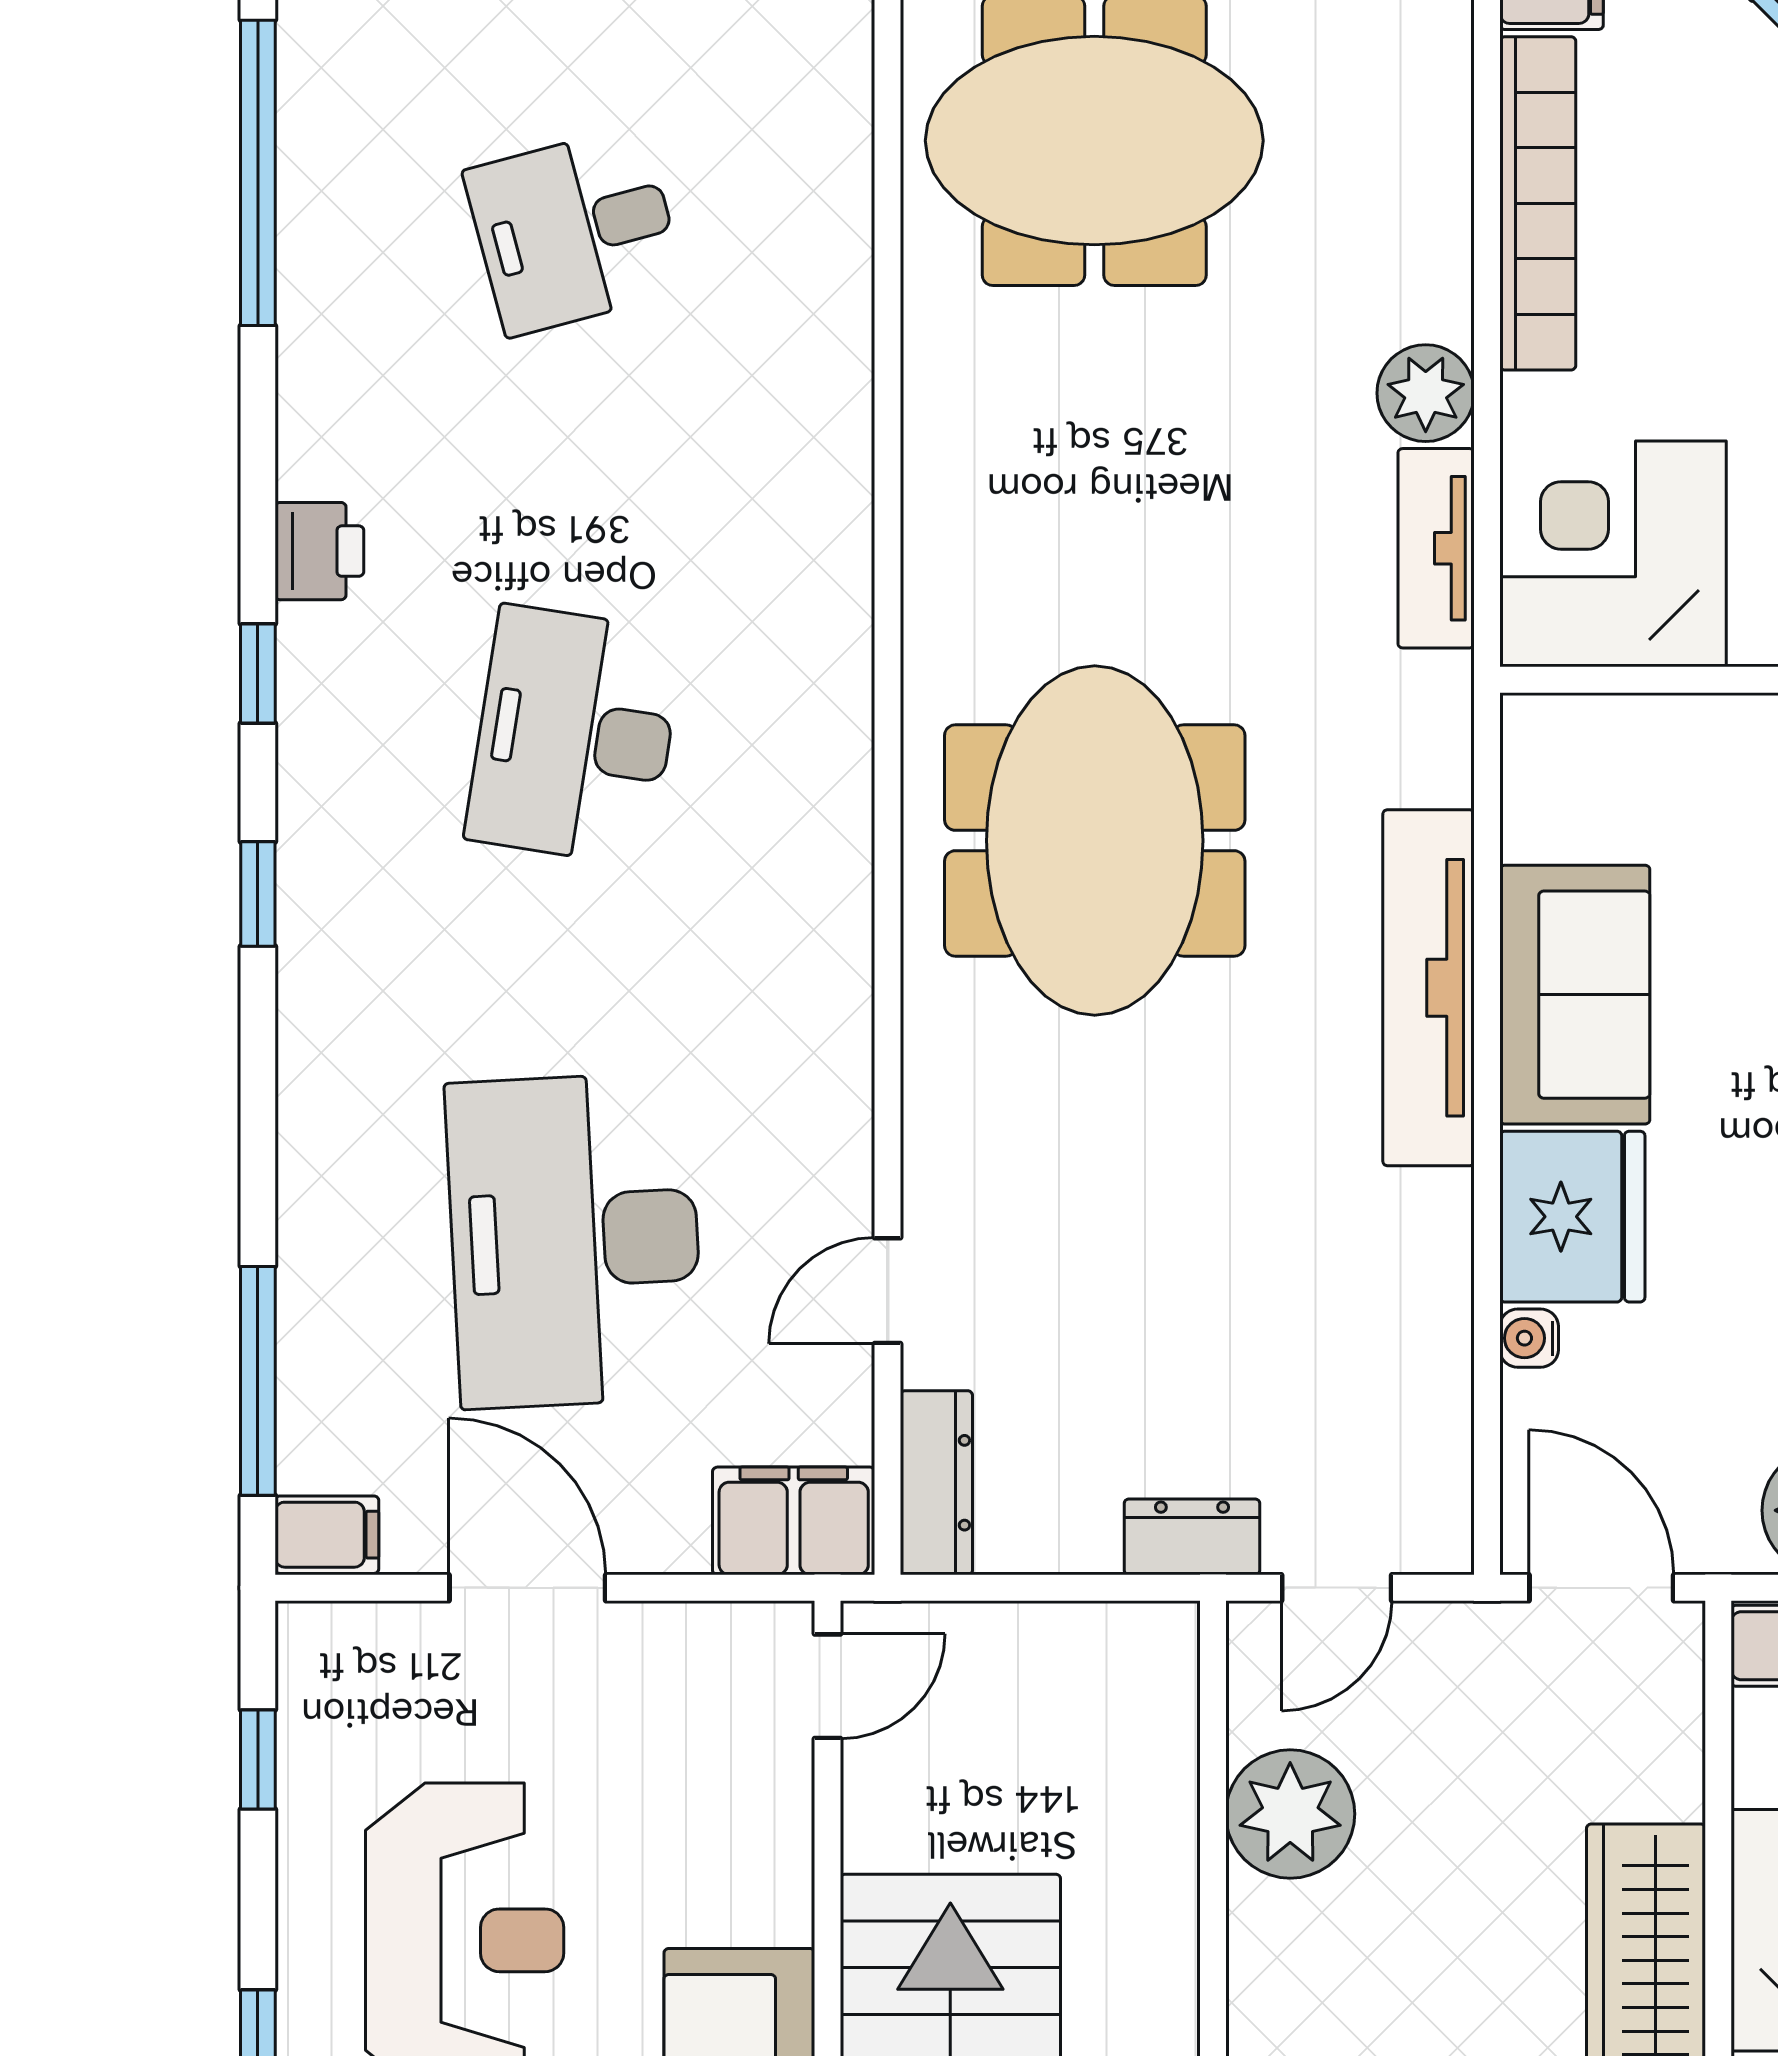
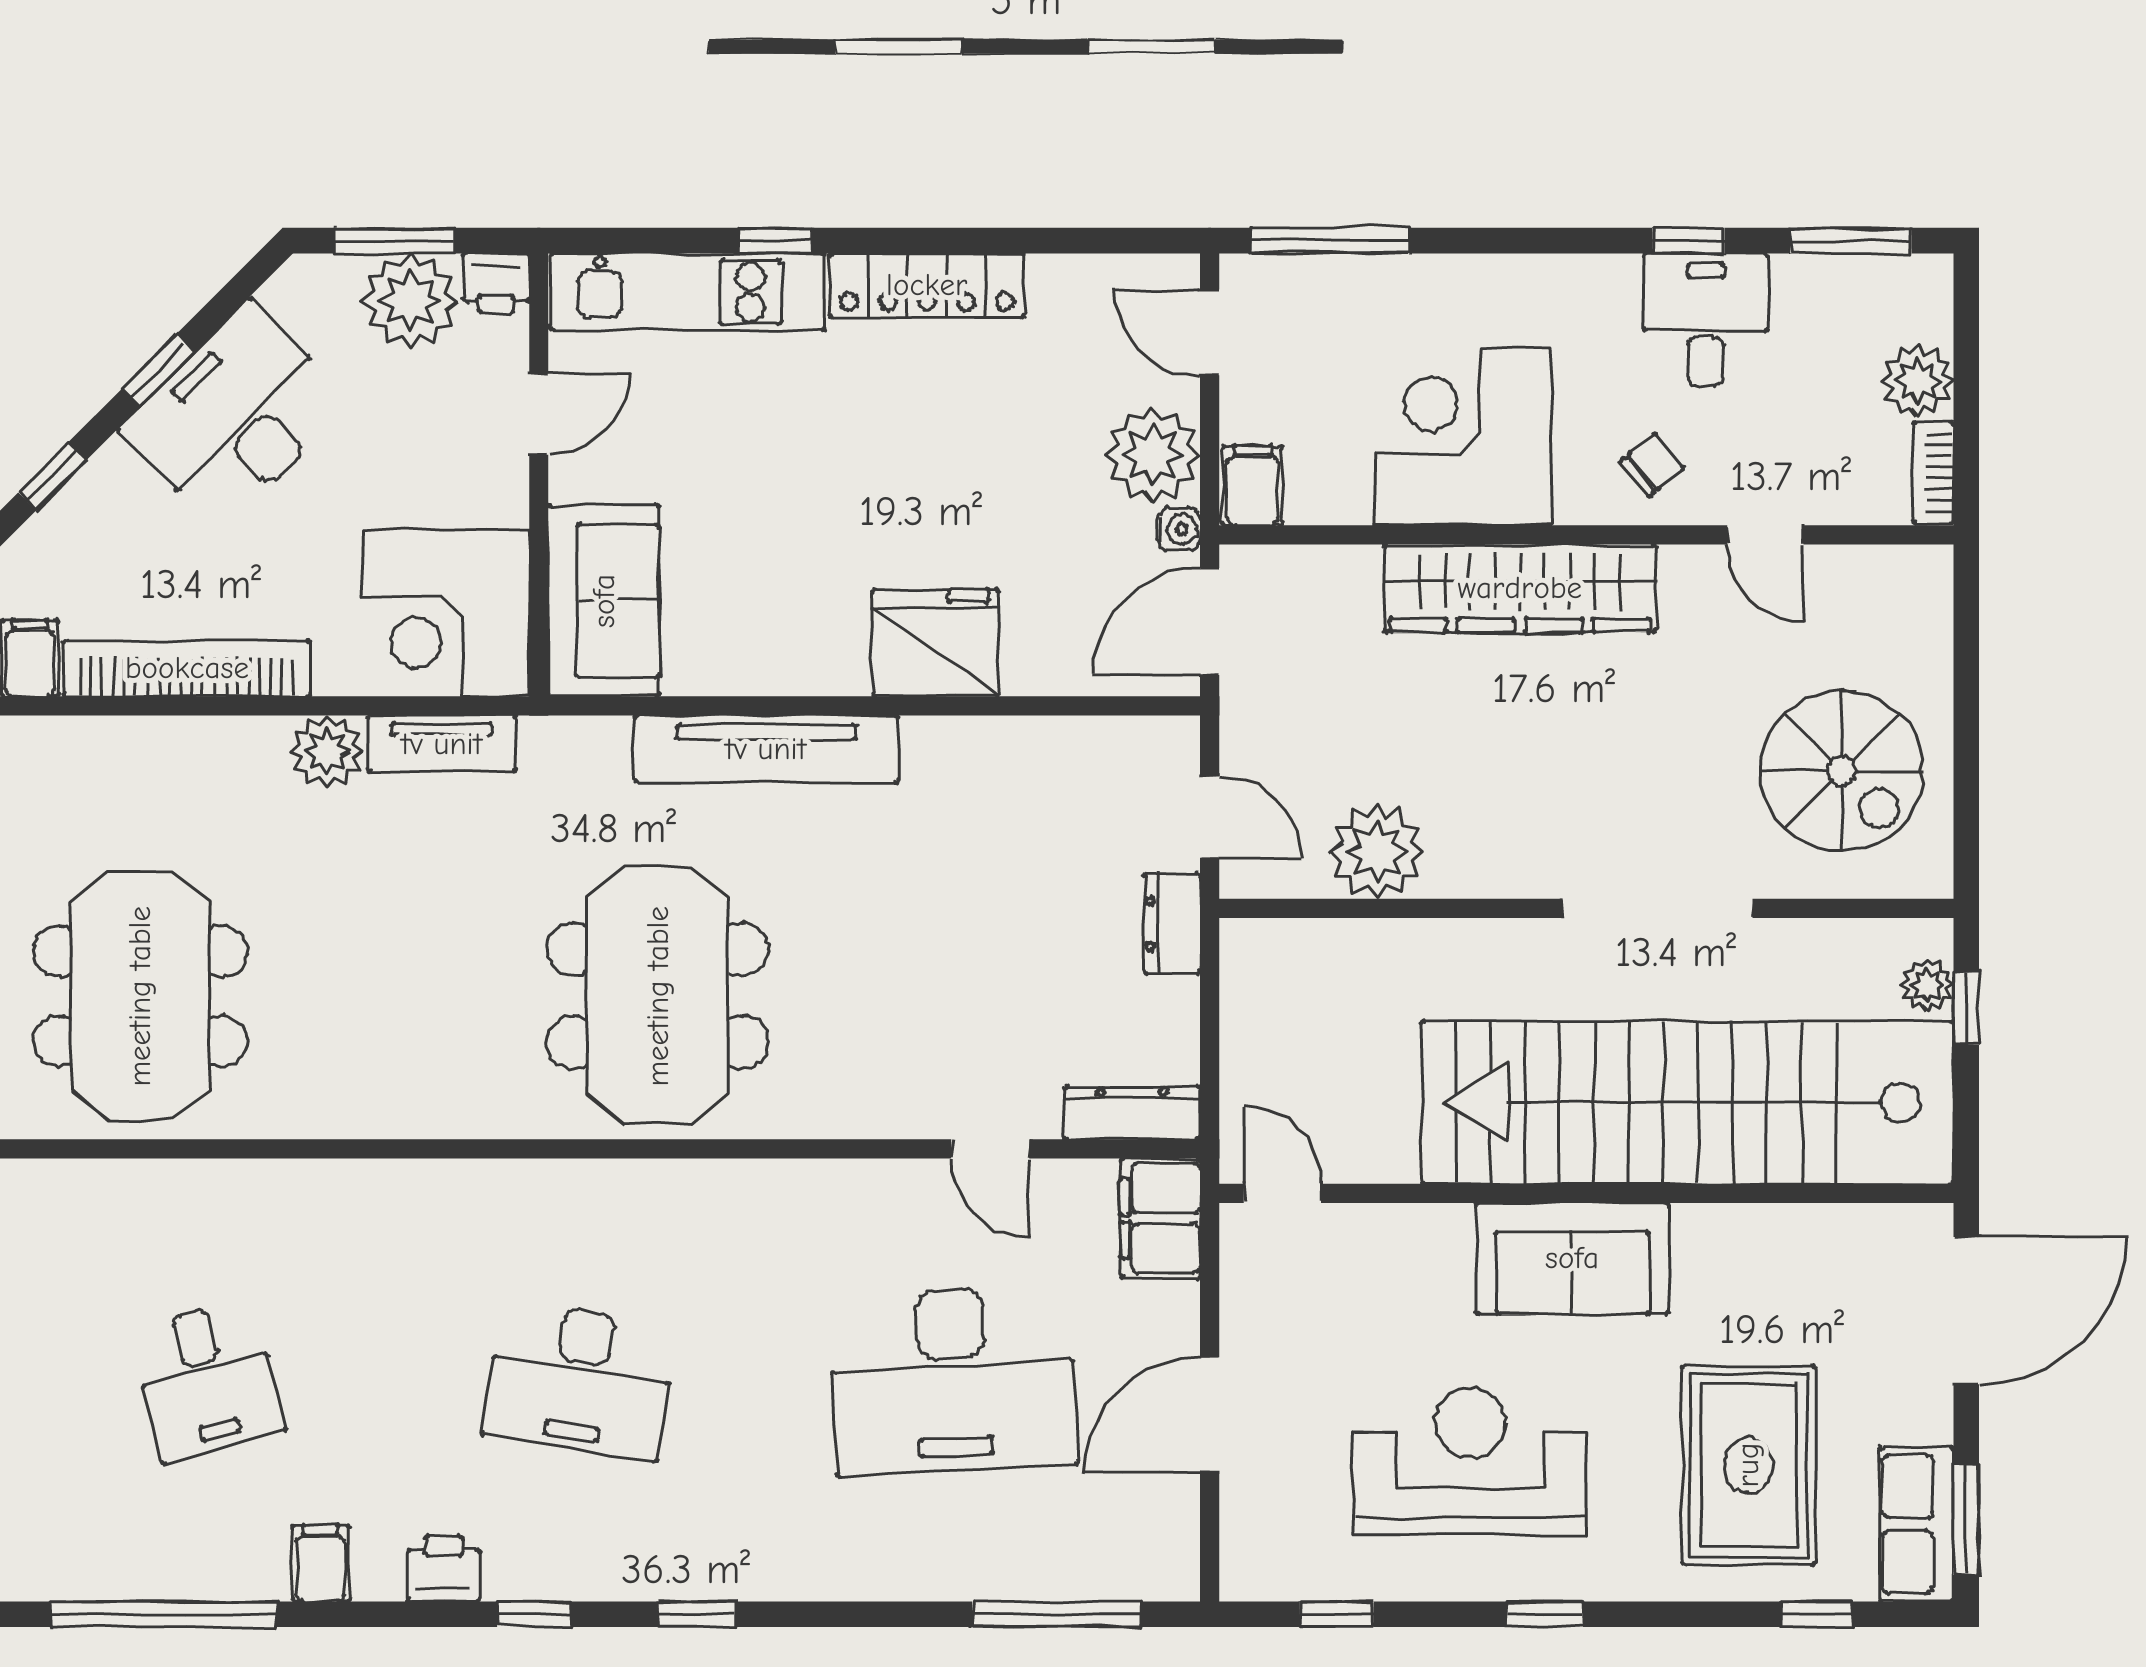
meeting table: (1095, 841) -> (658, 996), turned 90
sofa: (1575, 995) -> (604, 601), moved, turned 90
water cooler: (1529, 1338) -> (1179, 529), moved, turned -90
filing cabinet: (327, 1535) -> (321, 1563), moved

